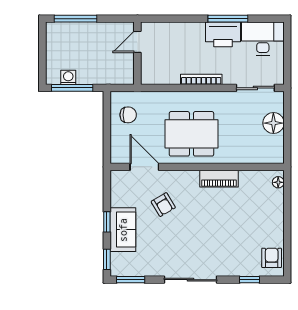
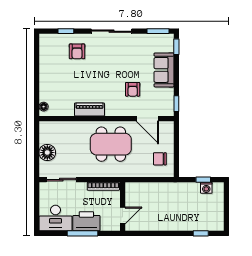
window: (75, 19) -> (201, 233), width x0.46
door: (137, 42) -> (123, 215), moved
wall: (137, 53) -> (123, 207), moved
window: (72, 88) -> (203, 180), width x0.46
armchair: (163, 205) -> (133, 89), turned -149
window: (107, 222) -> (176, 104), moved
armchair: (272, 258) -> (77, 51), moved

